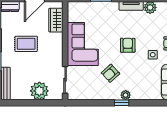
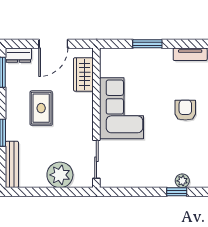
rug: (26, 44) -> (41, 108), turned 90
armchair: (110, 73) -> (161, 150), removed

